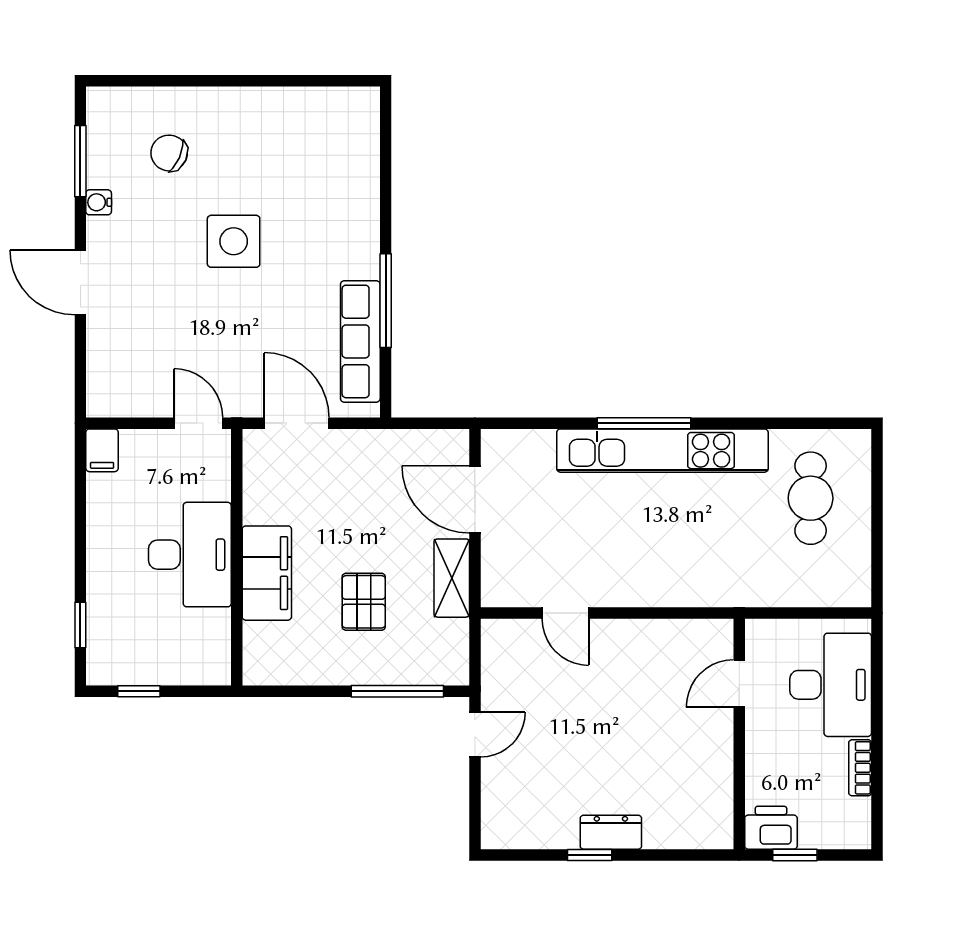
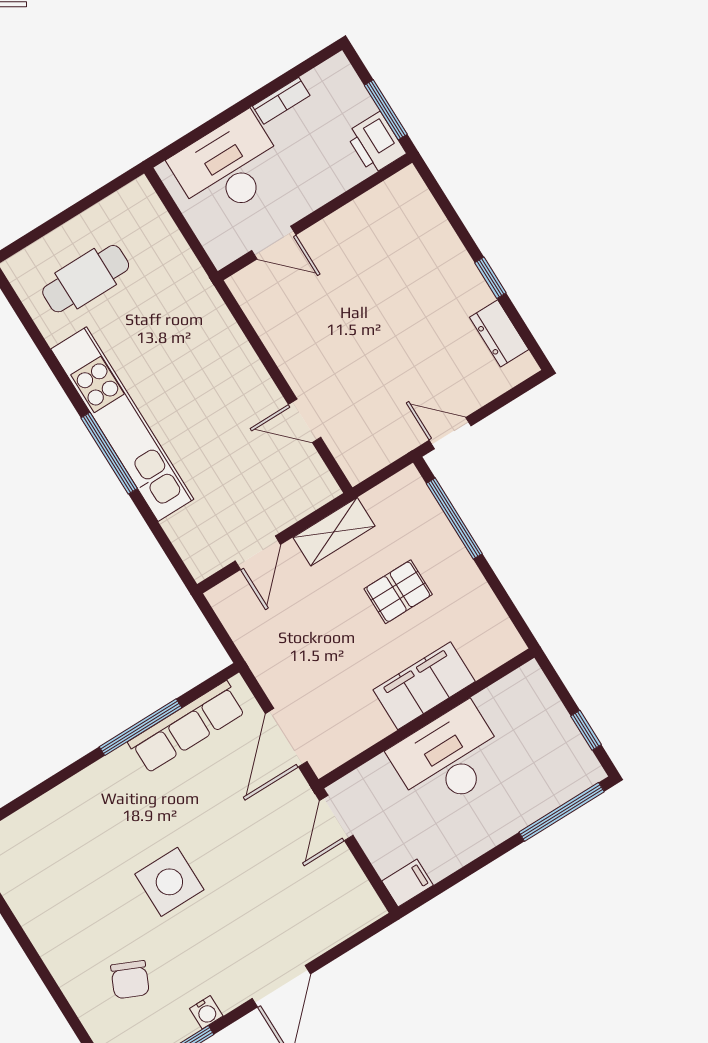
door: (475, 500) -> (258, 553), width x0.73
door: (565, 613) -> (305, 421), swing flipped
window: (80, 625) -> (562, 812), width x2.17
dresser: (611, 832) -> (499, 333), moved
window: (795, 855) -> (386, 110), width x1.50

